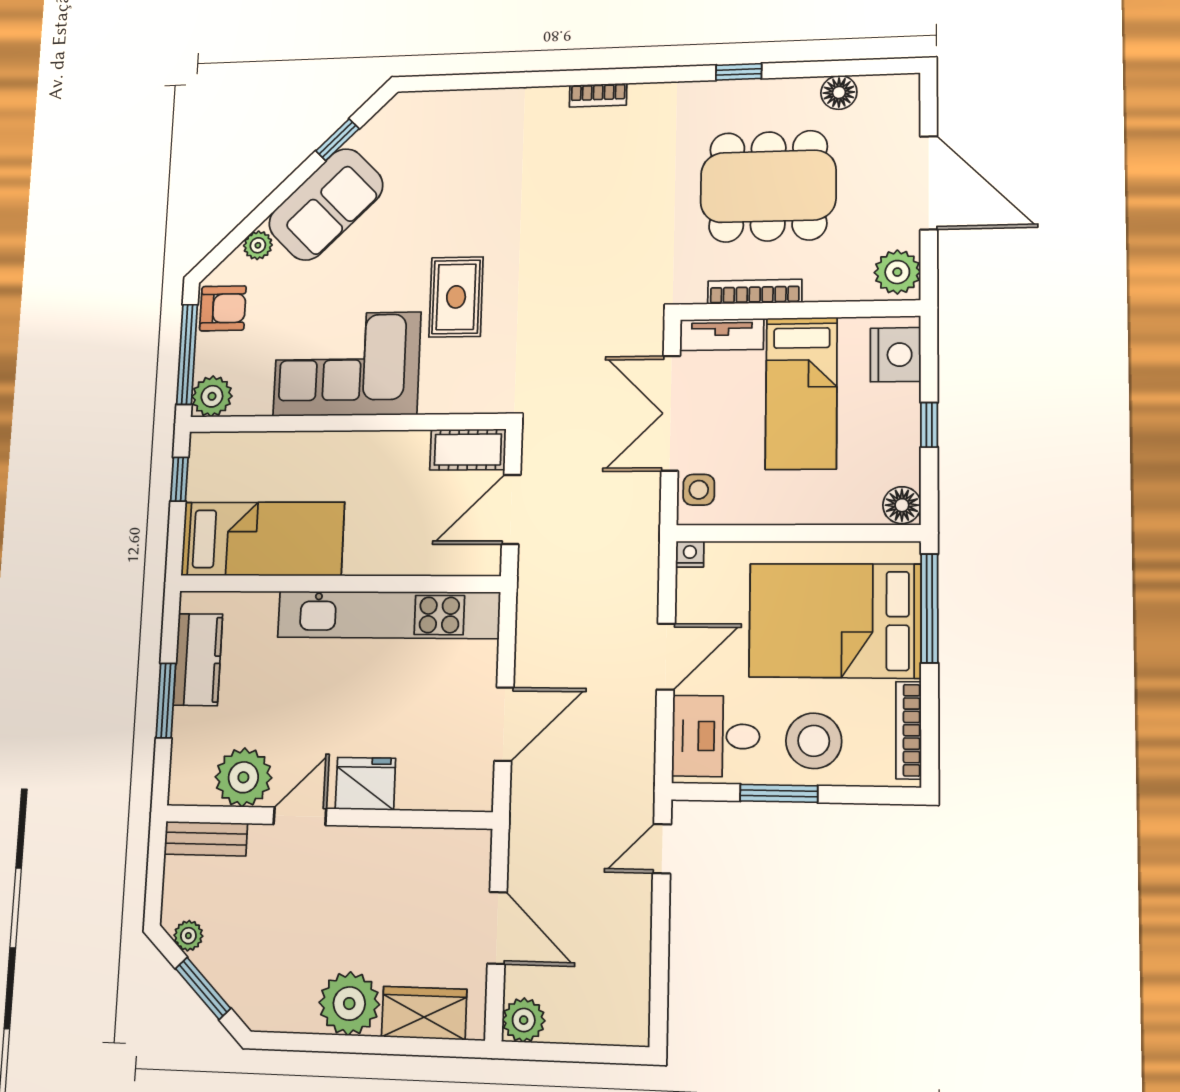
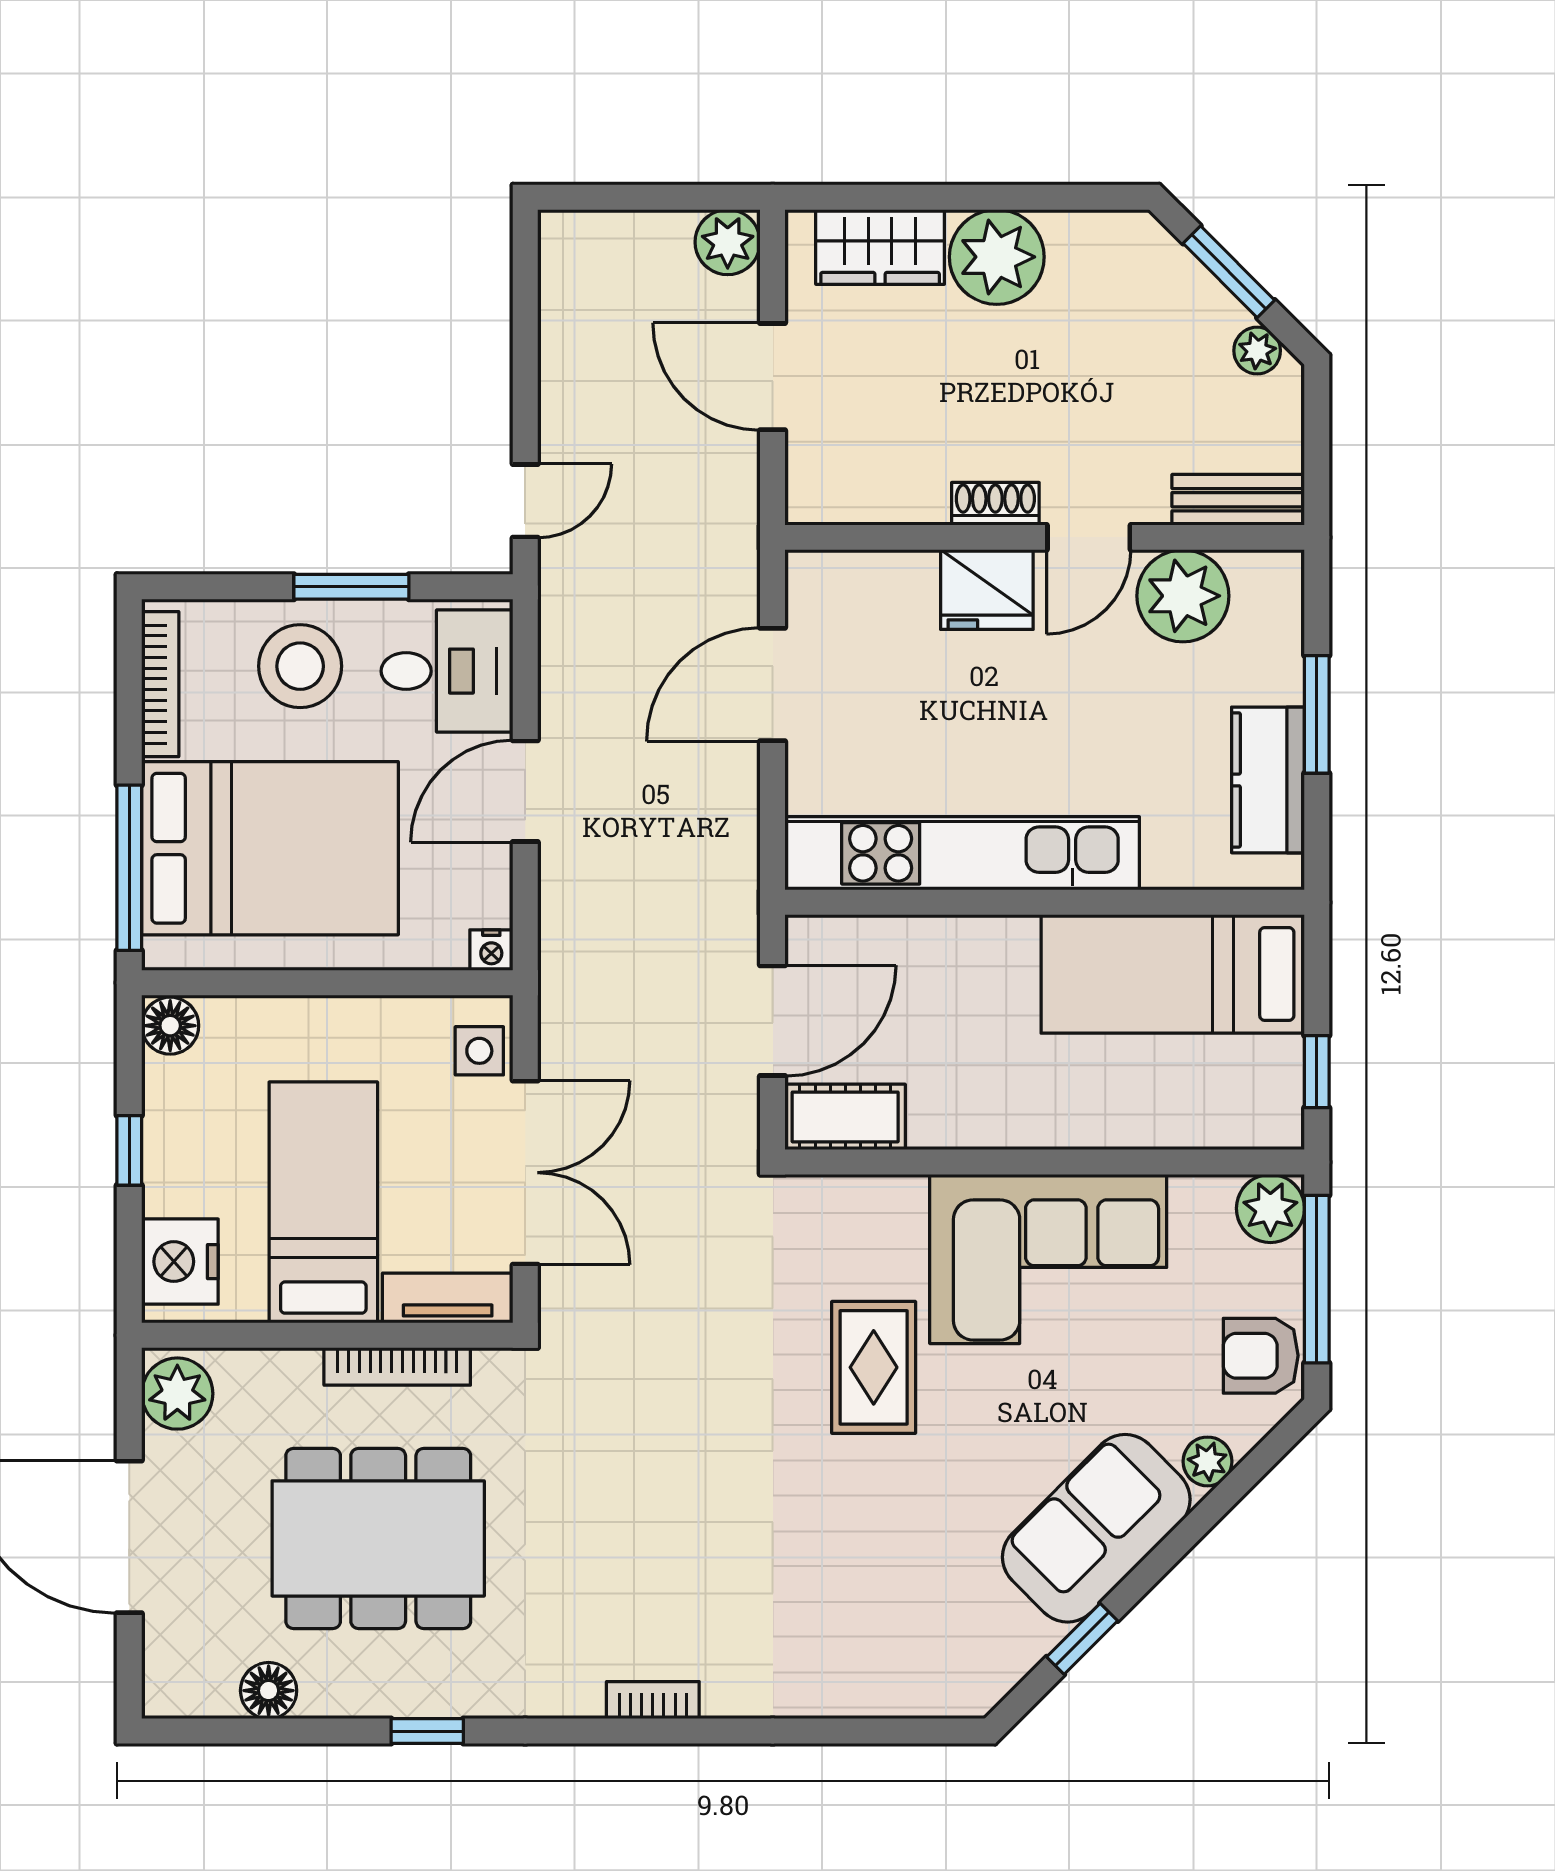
shoe rack: (358, 840) -> (995, 504), added

